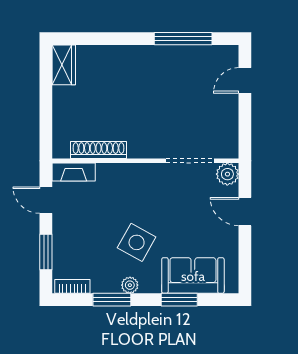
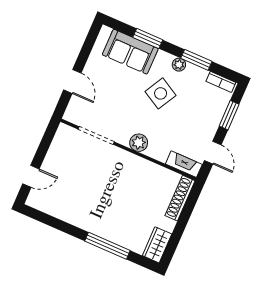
window: (183, 39) -> (107, 246), moved
shoe rack: (98, 150) -> (180, 198), moved, turned 90
plant: (227, 174) -> (139, 143), moved

